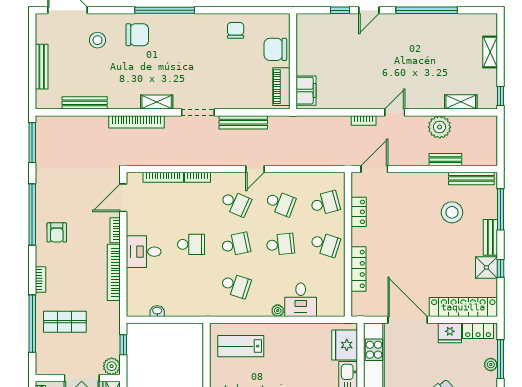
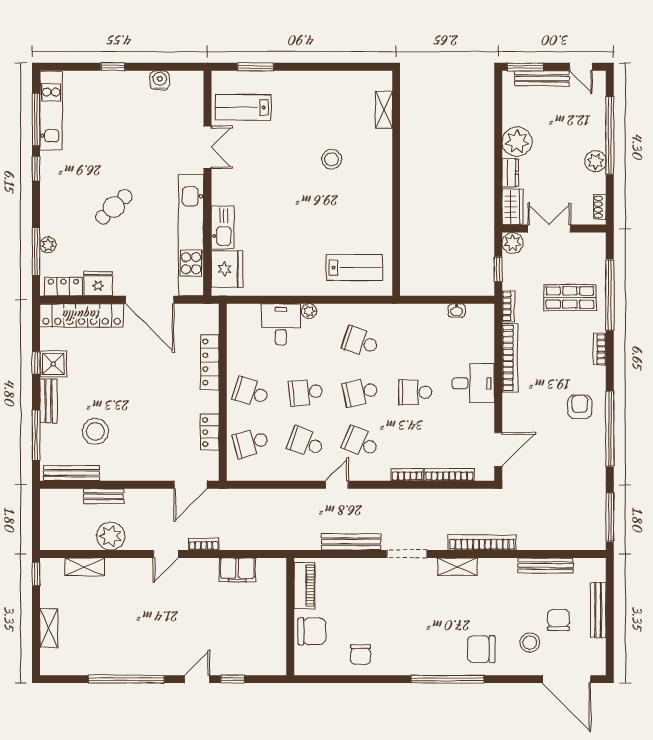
chair: (74, 58) -> (559, 620), added
filing cabinet: (306, 91) -> (237, 570), moved, turned -90
bookcase: (115, 230) -> (508, 306), moved

